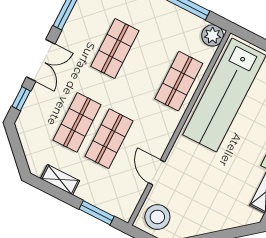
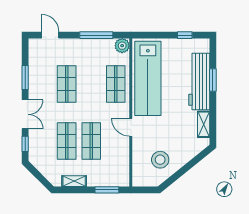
door: (157, 172) -> (131, 127), moved
stool: (157, 217) -> (160, 160), moved

